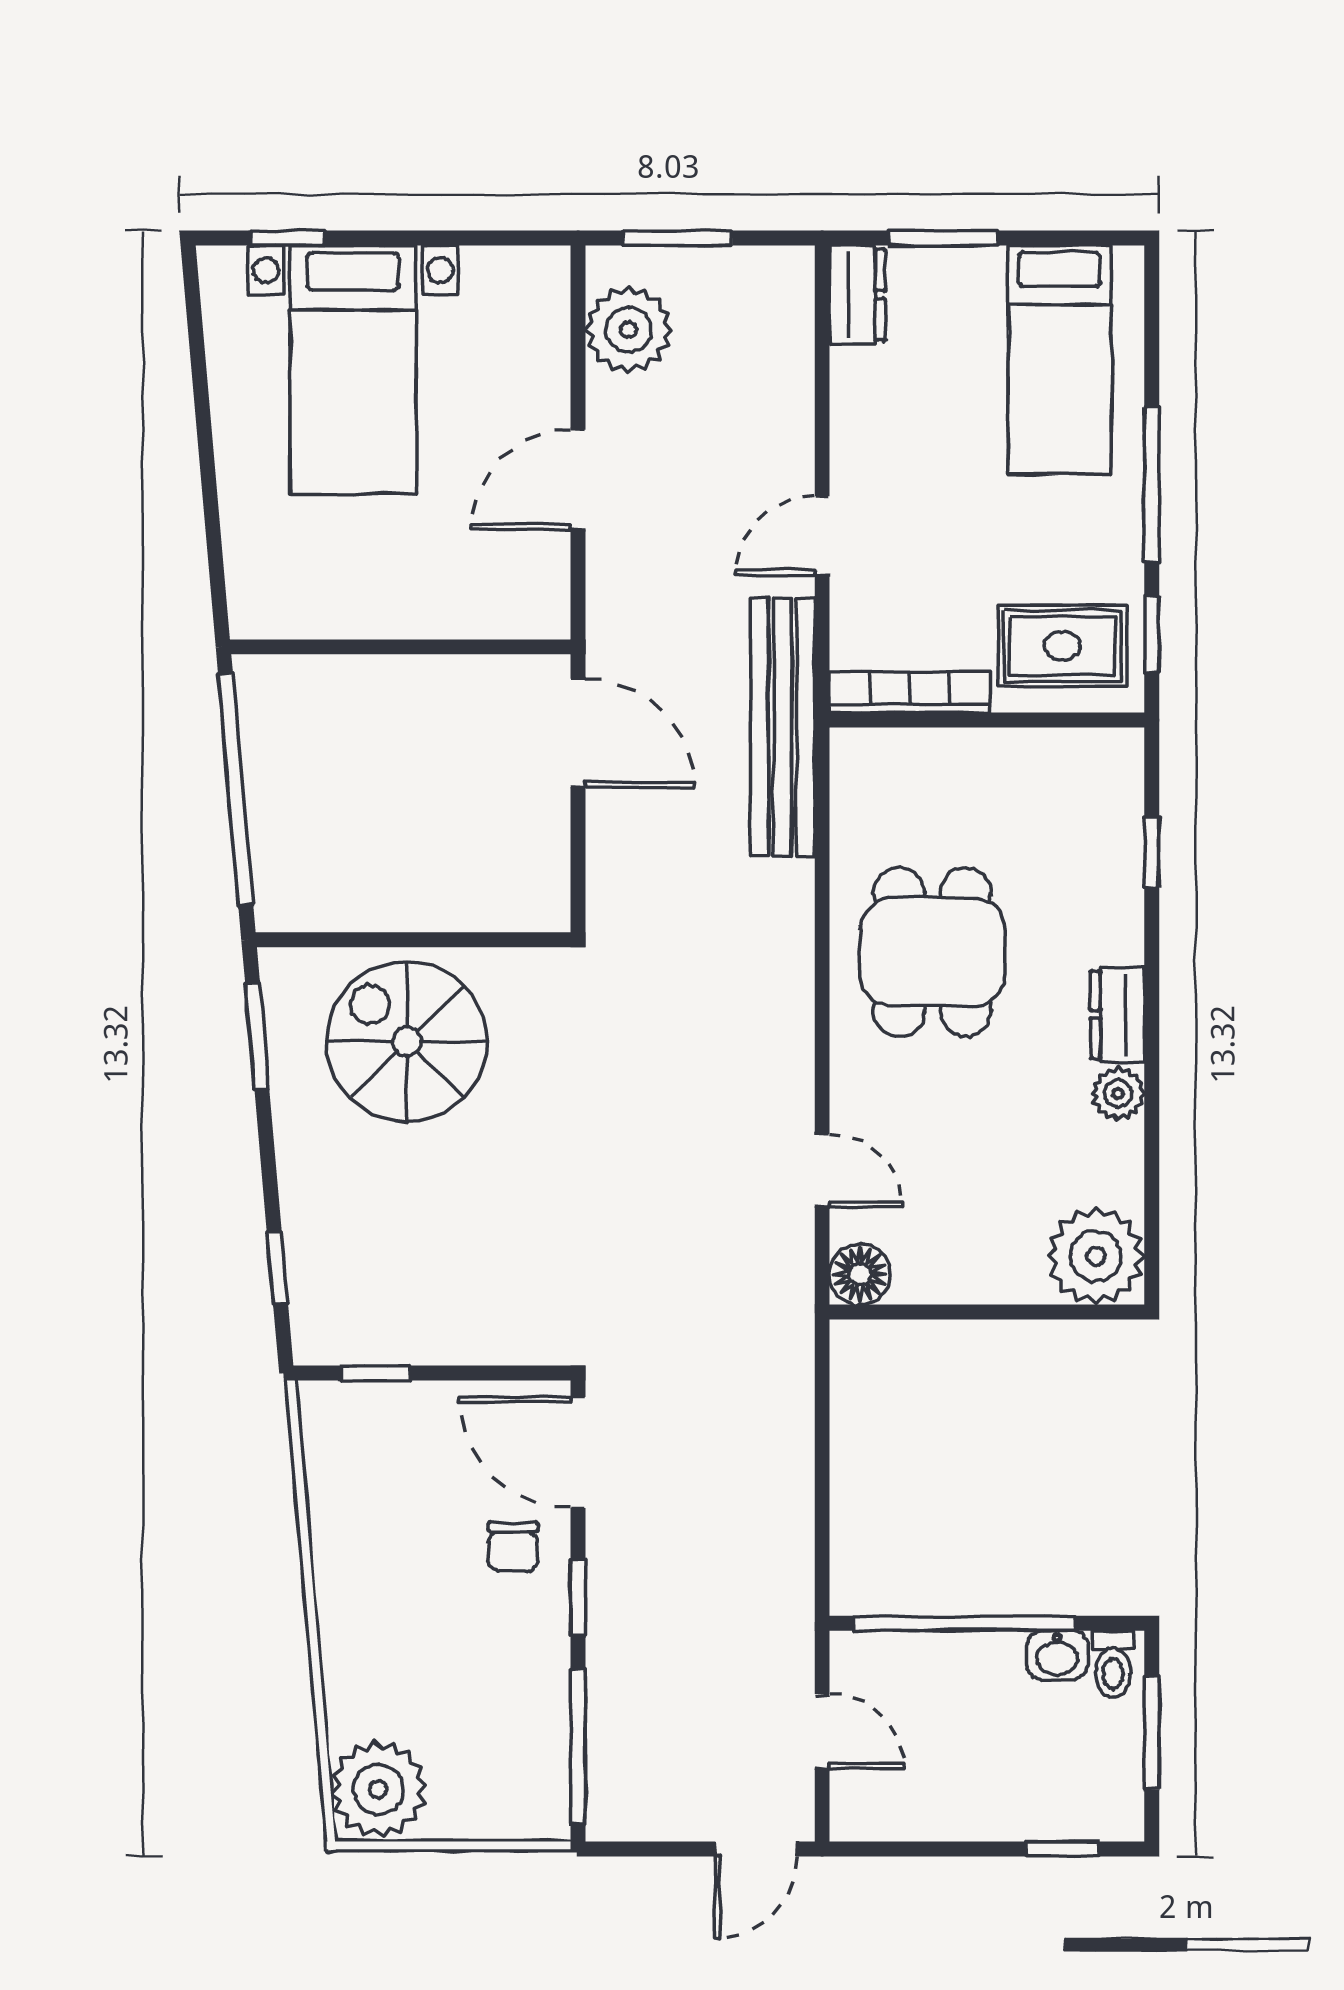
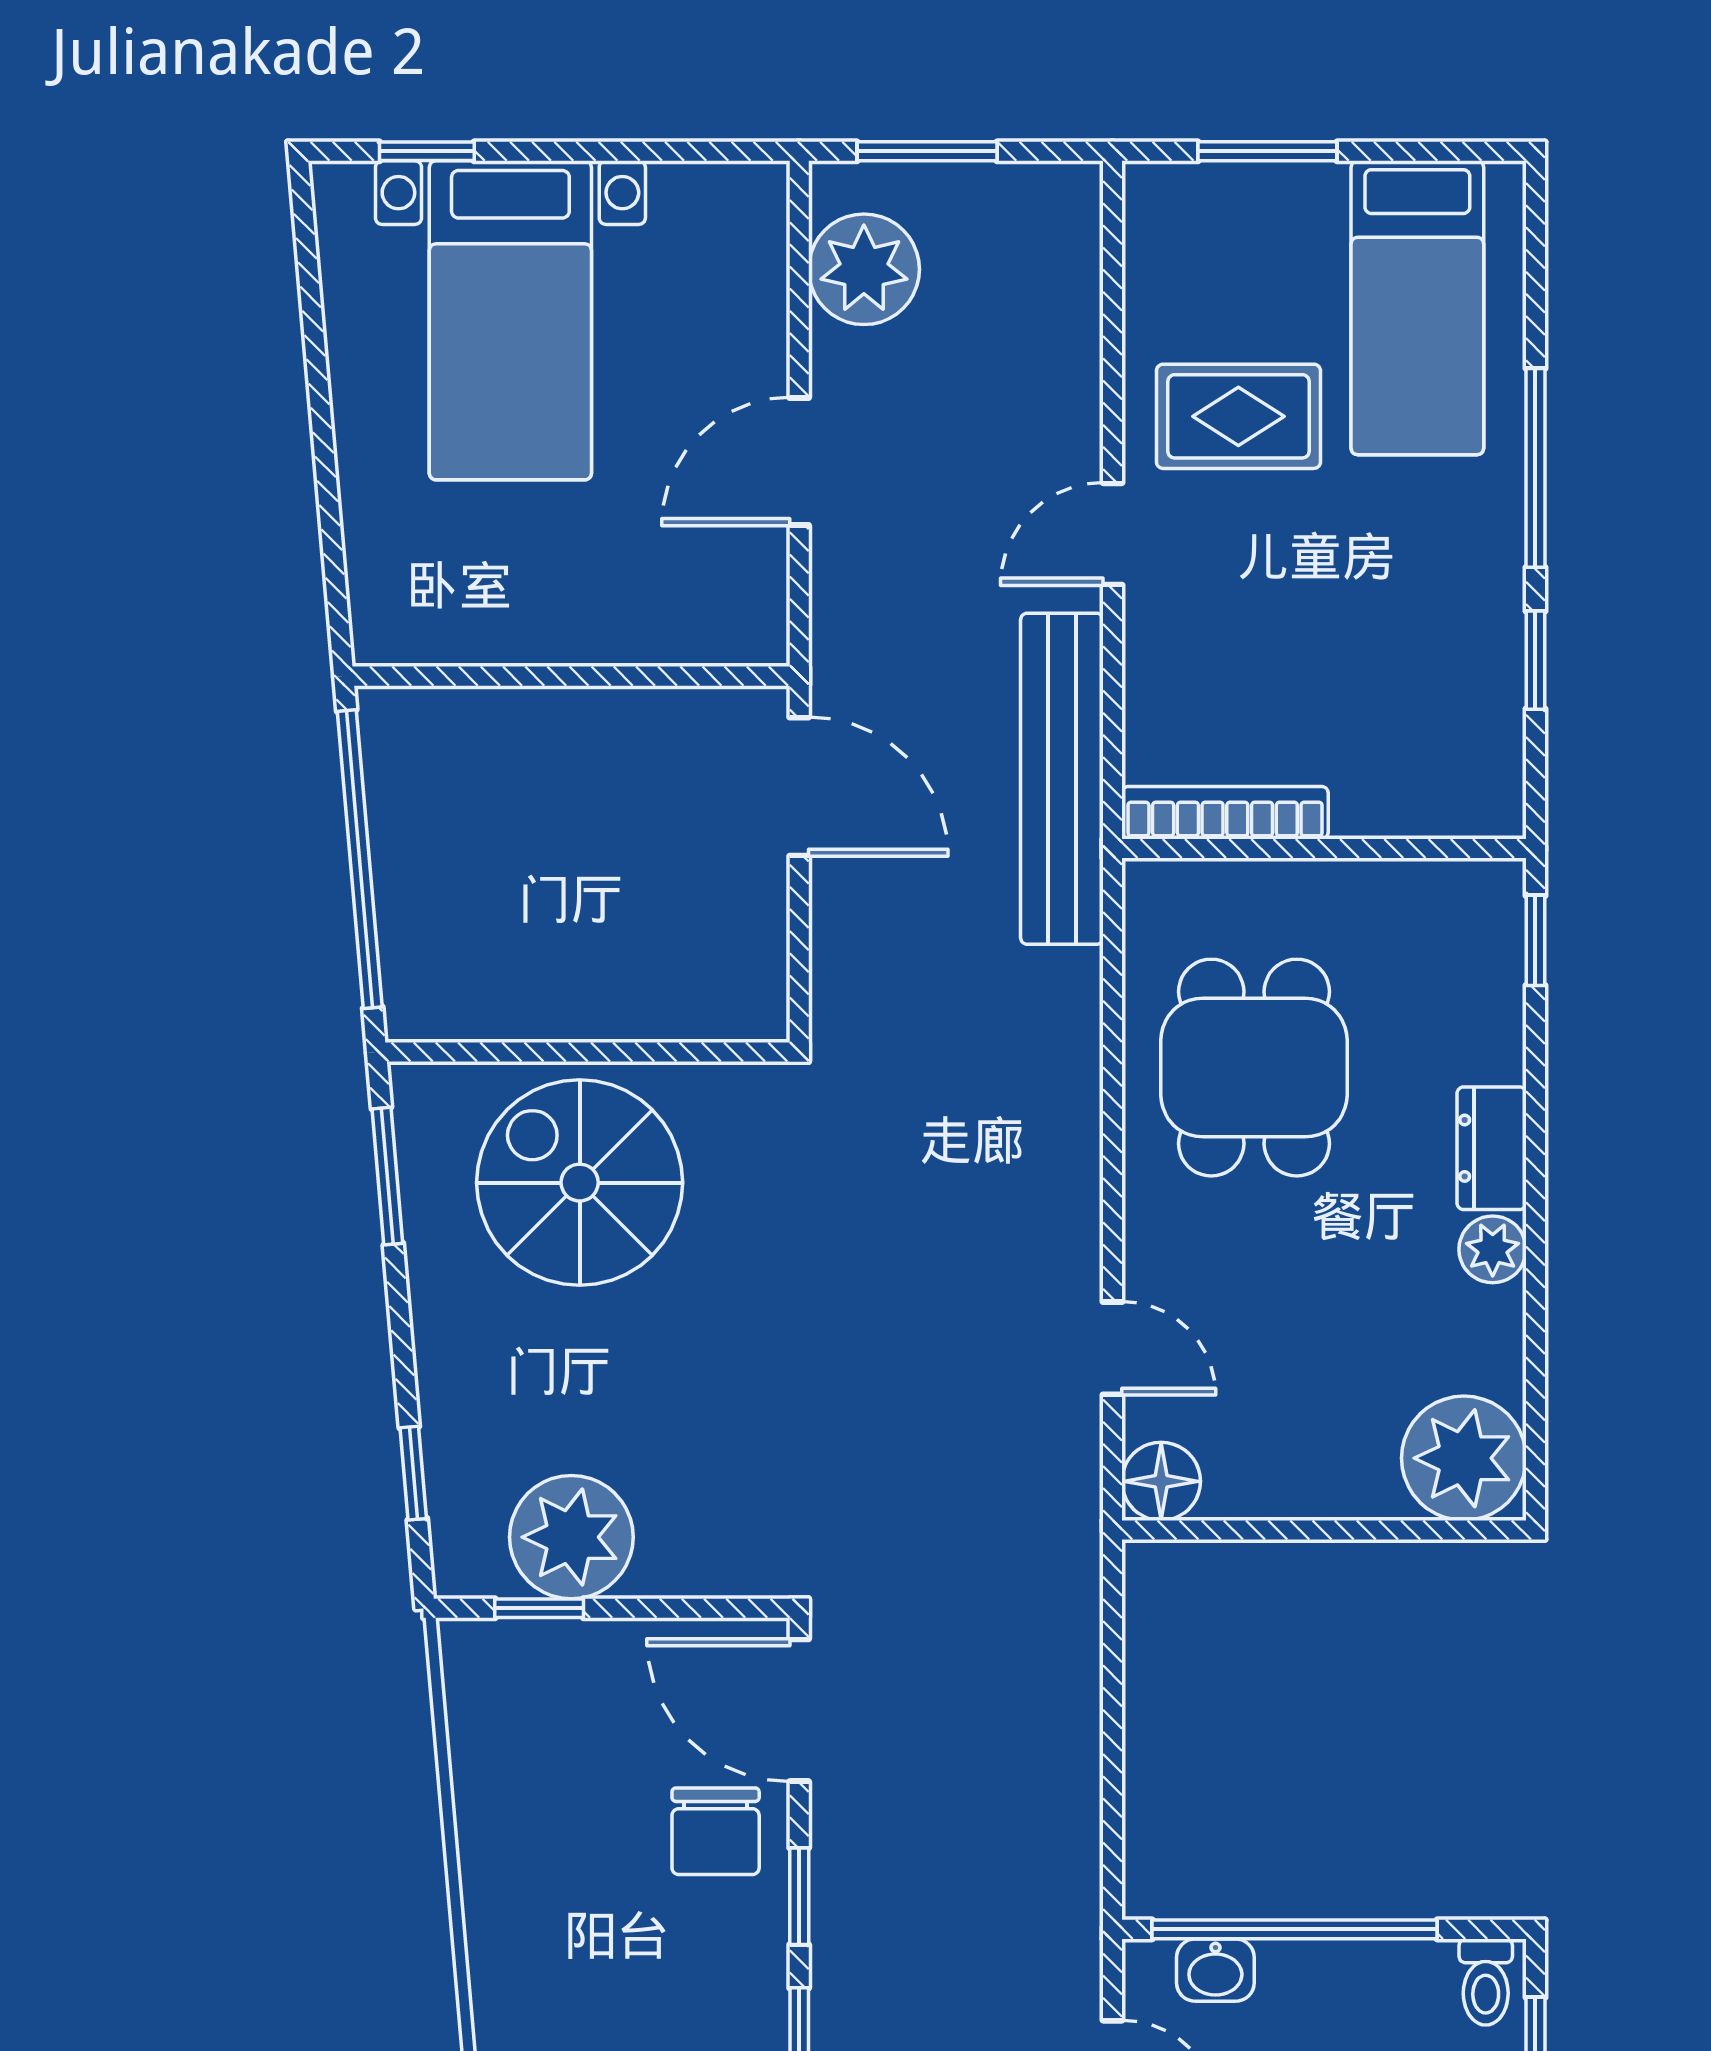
dresser: (857, 295) -> (1158, 224), removed
rug: (1062, 646) -> (1238, 416), moved
bookcase: (910, 692) -> (1225, 813), moved
wall: (987, 720) -> (1324, 848), moved
plant: (401, 1318) -> (571, 1537), added
chair: (513, 1547) -> (716, 1831), width x1.37, depth x1.37
washbasin: (1057, 1655) -> (1215, 1970), moved

